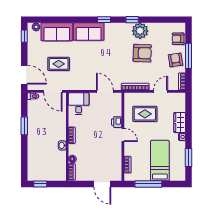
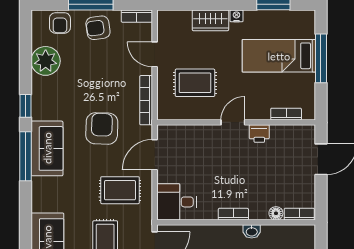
window: (104, 20) -> (25, 156), width x2.17
plant: (140, 31) -> (46, 61), moved
sofa: (89, 32) -> (47, 148), moved
armchair: (142, 53) -> (102, 128), moved
rug: (85, 72) -> (120, 190), added
rug: (145, 114) -> (195, 83), turned 90
printer: (117, 122) -> (259, 134), moved
window: (148, 184) -> (321, 58), moved

